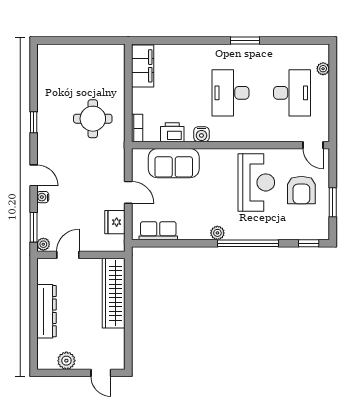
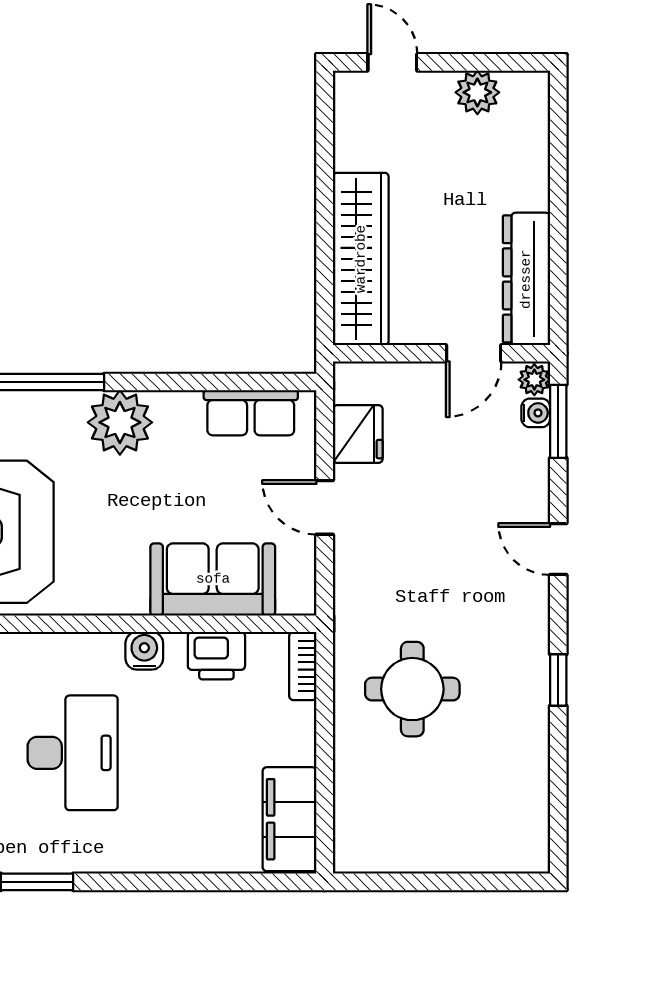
water cooler: (43, 197) -> (536, 413), moved
plant: (217, 233) -> (120, 422), width x1.88, depth x1.88
dresser: (46, 311) -> (526, 279), moved

